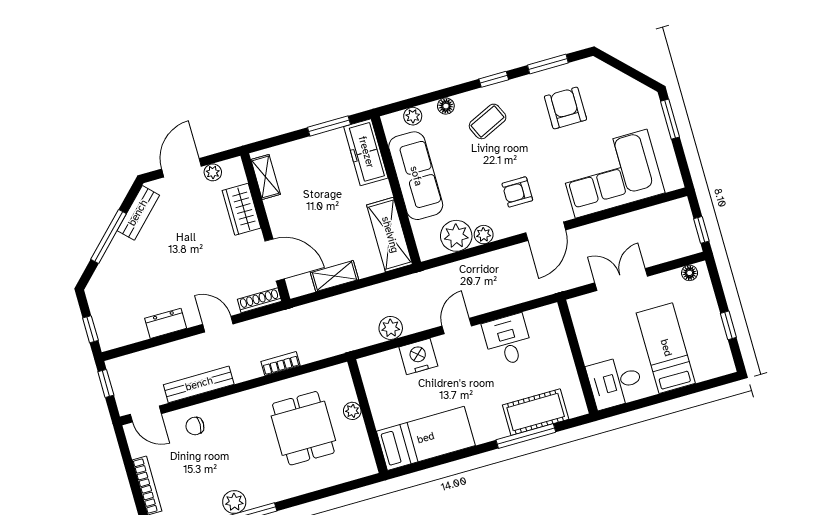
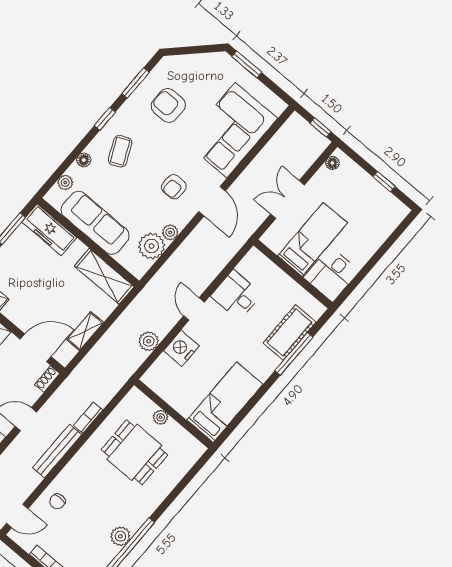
shoe rack: (259, 300) -> (47, 379), width x0.70
bed: (666, 348) -> (313, 239), moved, turned 90
bench: (199, 384) -> (57, 451), moved

